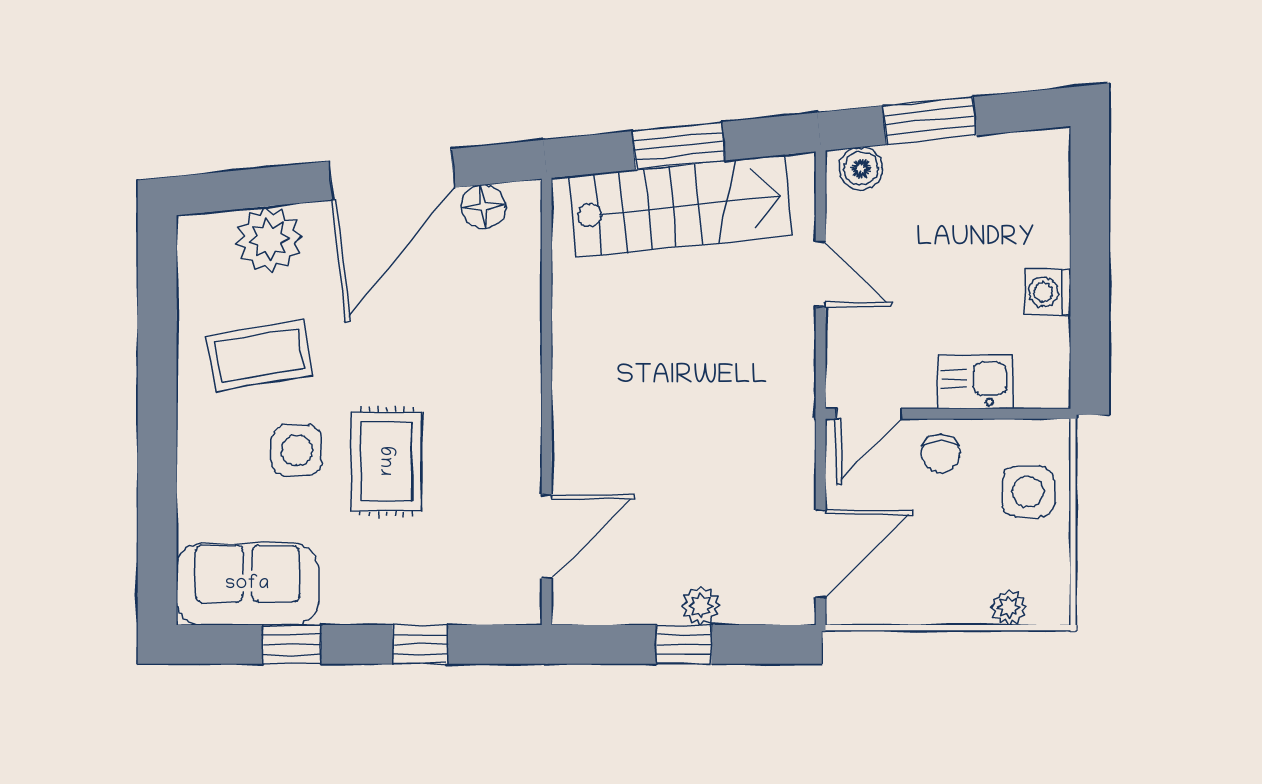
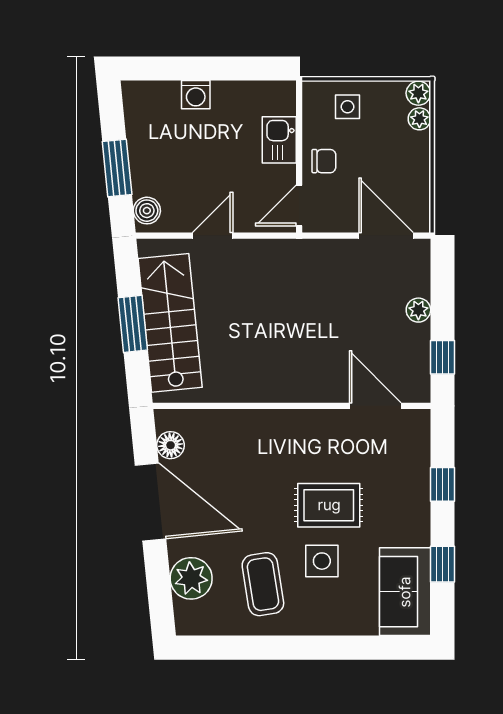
washing machine: (1048, 292) -> (196, 95), moved
door: (869, 414) -> (299, 206), swing flipped
side table: (1028, 492) -> (348, 107), width x0.73, depth x0.73
plant: (1050, 606) -> (418, 93), added
window: (684, 644) -> (442, 357), moved

